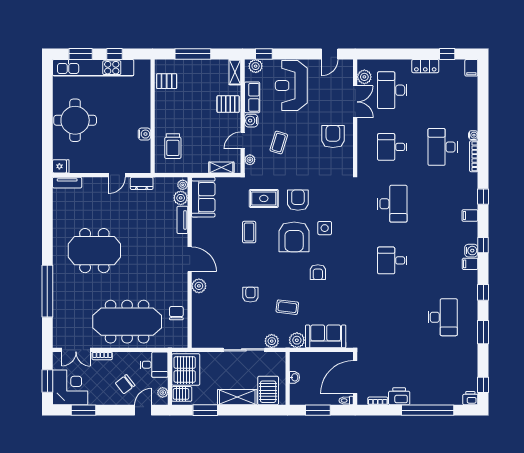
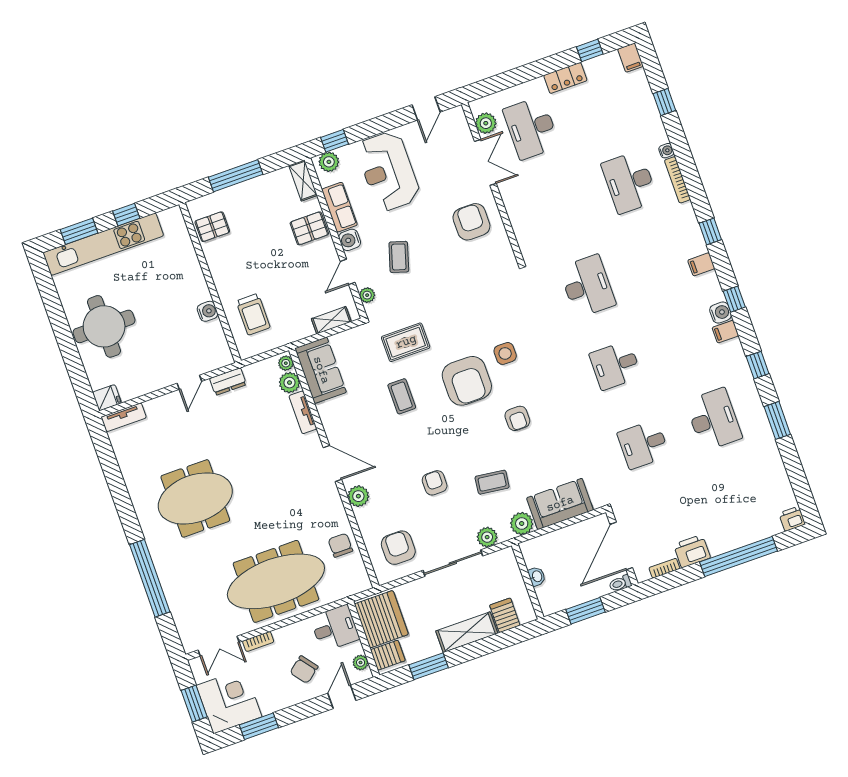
desk: (392, 147) -> (643, 444), moved
armchair: (298, 200) -> (398, 548), moved
window: (483, 385) -> (664, 102), moved
server rack: (268, 391) -> (505, 615), width x0.73, depth x0.70

